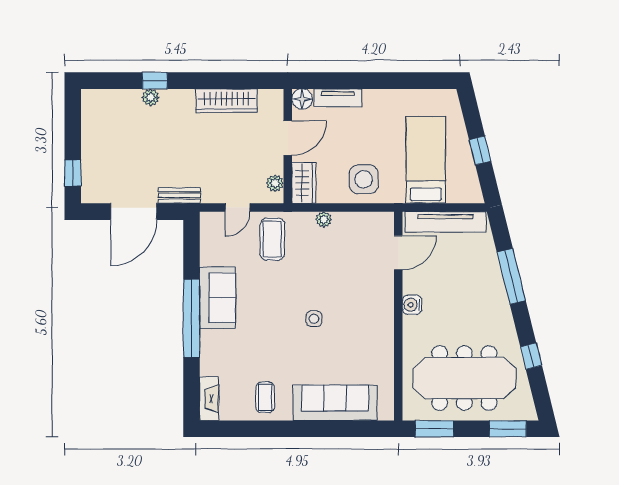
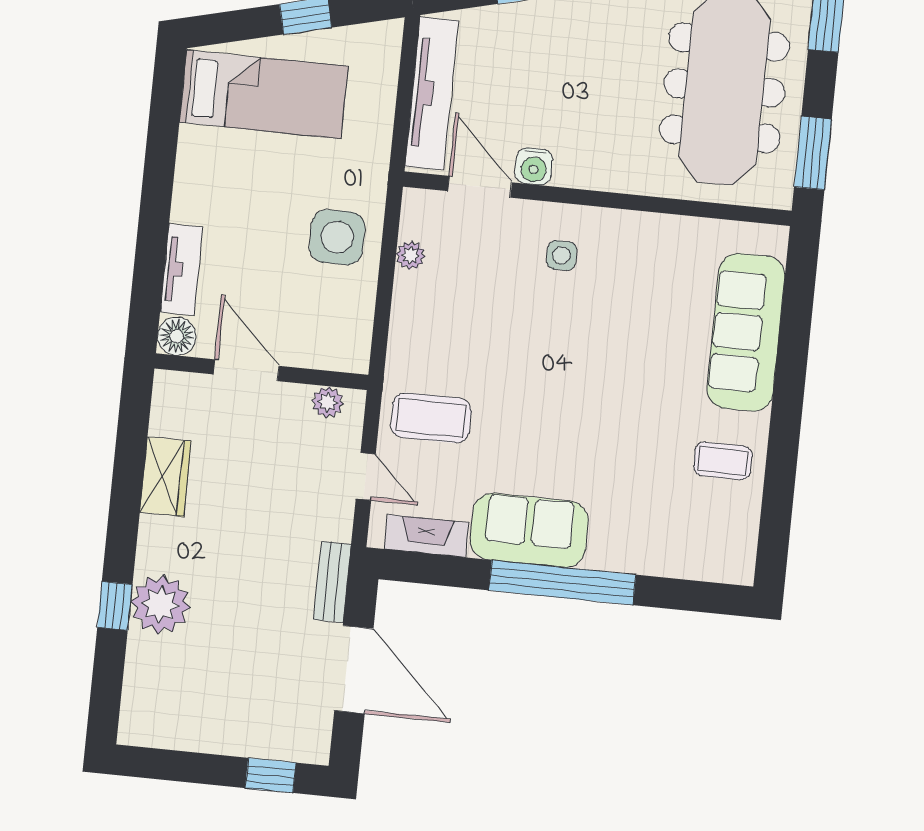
plant: (150, 97) -> (160, 604), width x1.87, depth x1.87
wardrobe: (227, 101) -> (165, 477), width x0.67
bed: (426, 160) -> (264, 94), moved, turned 180
wardrobe: (304, 183) -> (332, 349), removed
plant: (324, 219) -> (411, 255), moved
water cooler: (412, 305) -> (534, 166), moved
side table: (314, 319) -> (561, 255), moved
fireplace: (209, 399) -> (427, 536), moved

